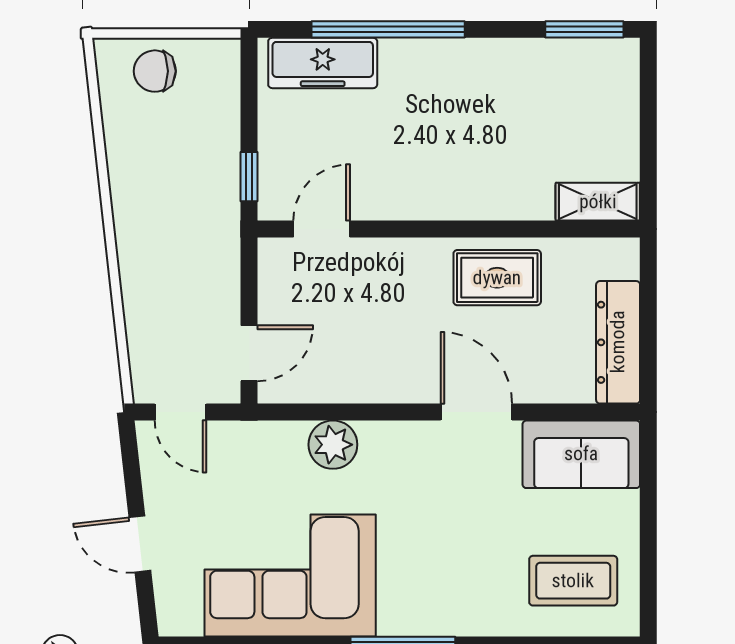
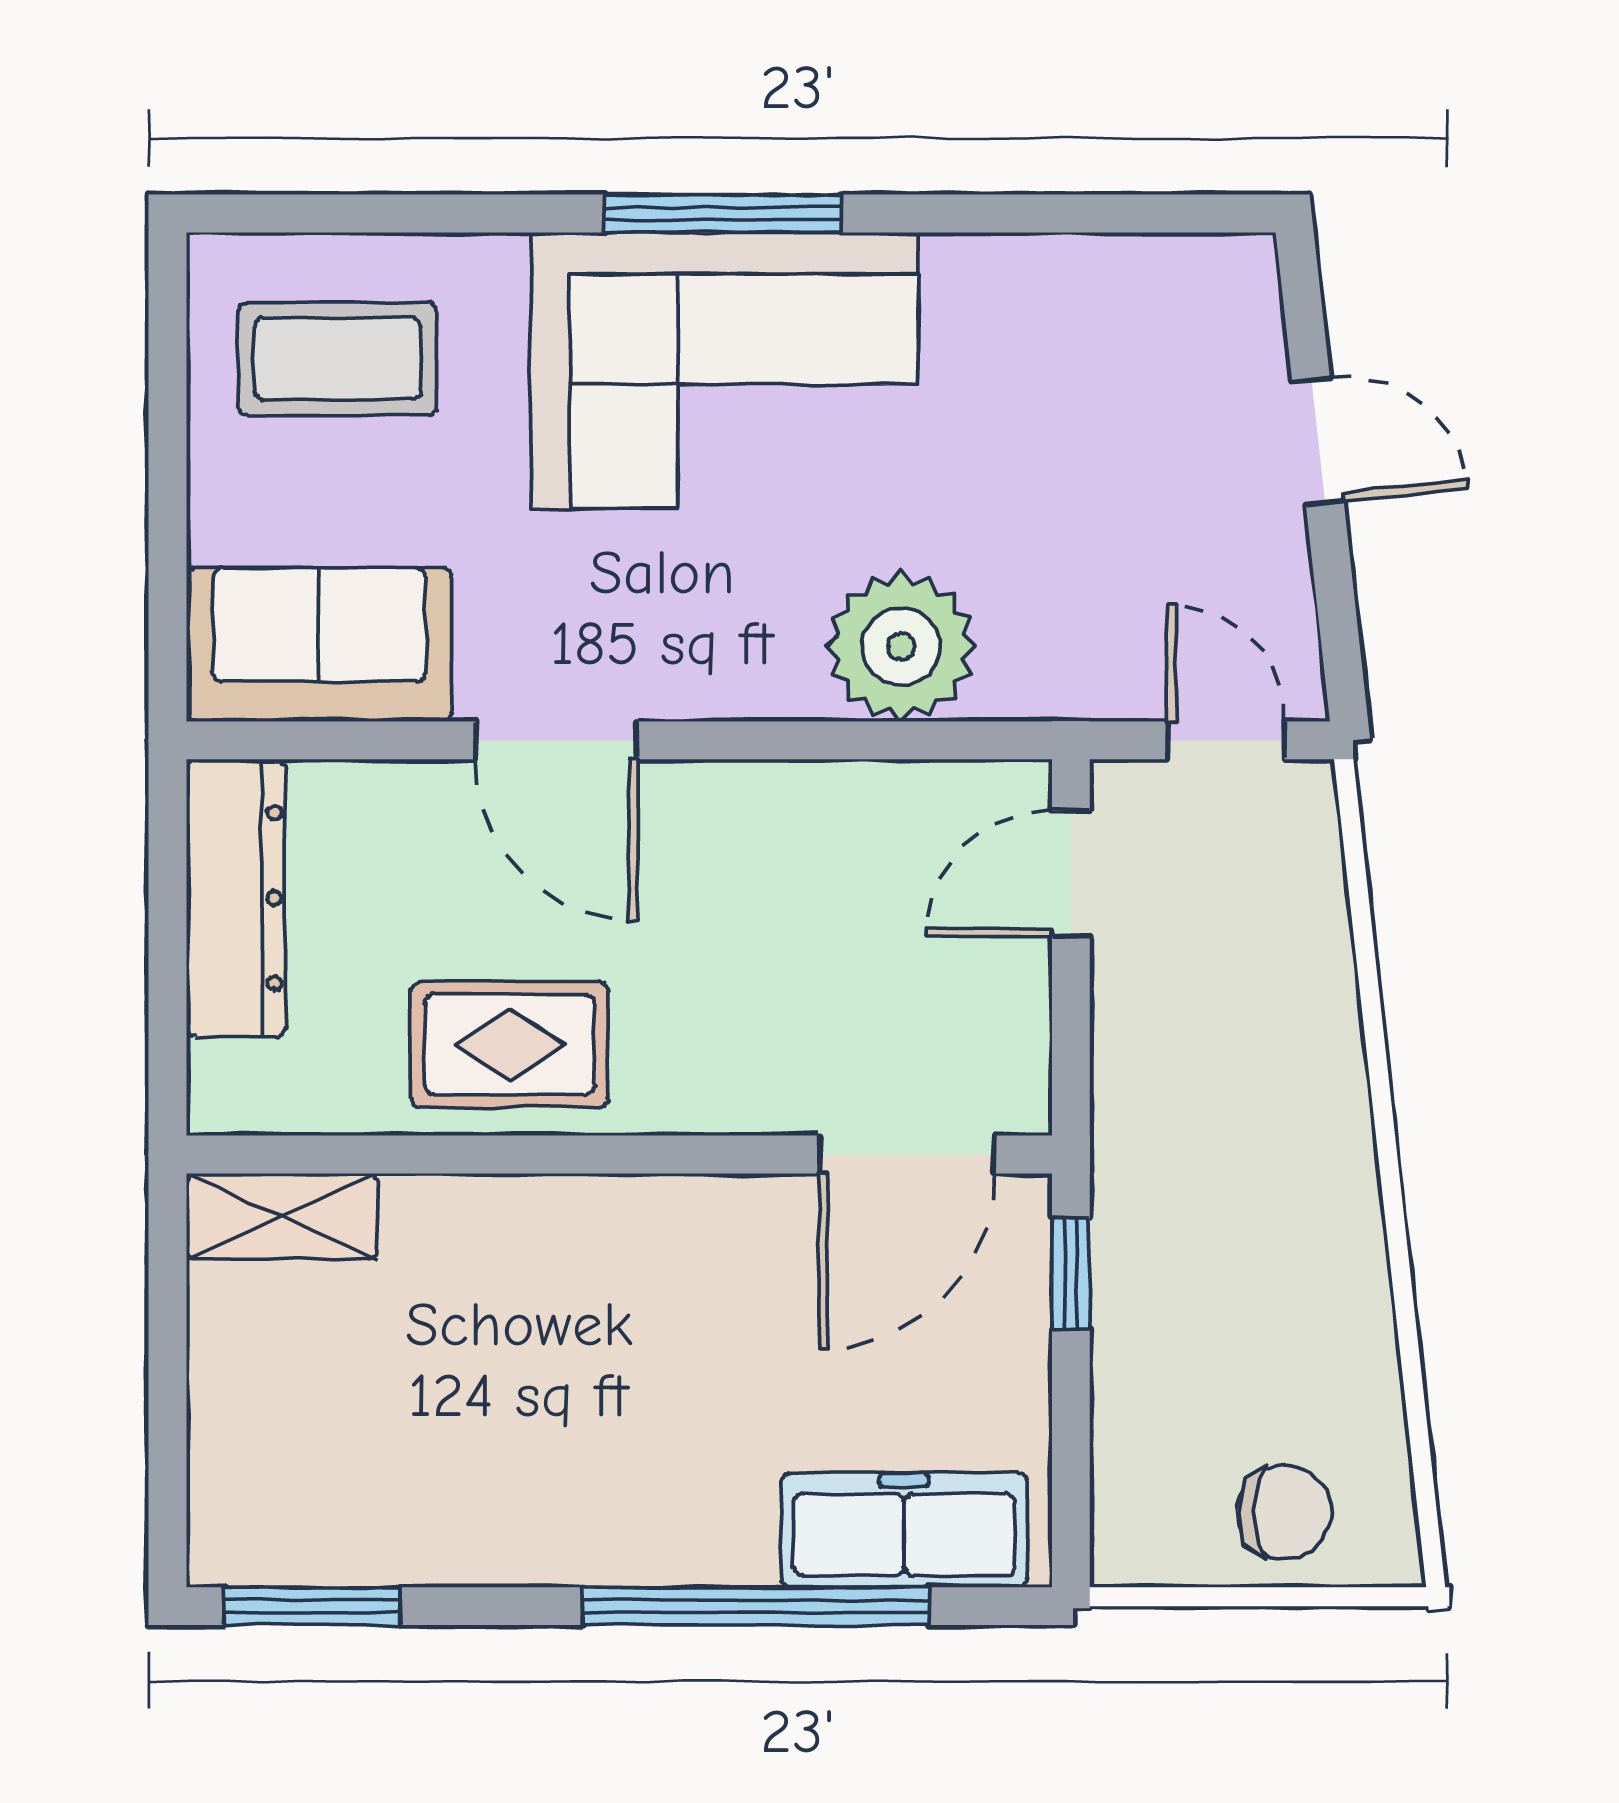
door: (322, 229) -> (907, 1154), width x1.38
plant: (333, 445) -> (901, 647), width x1.36, depth x1.36
corner sofa: (290, 576) -> (724, 370), moved

